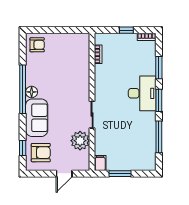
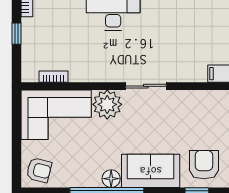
armchair: (37, 45) -> (39, 170), turned 104
corner sofa: (73, 56) -> (56, 115), added
plant: (80, 141) -> (107, 104), moved

